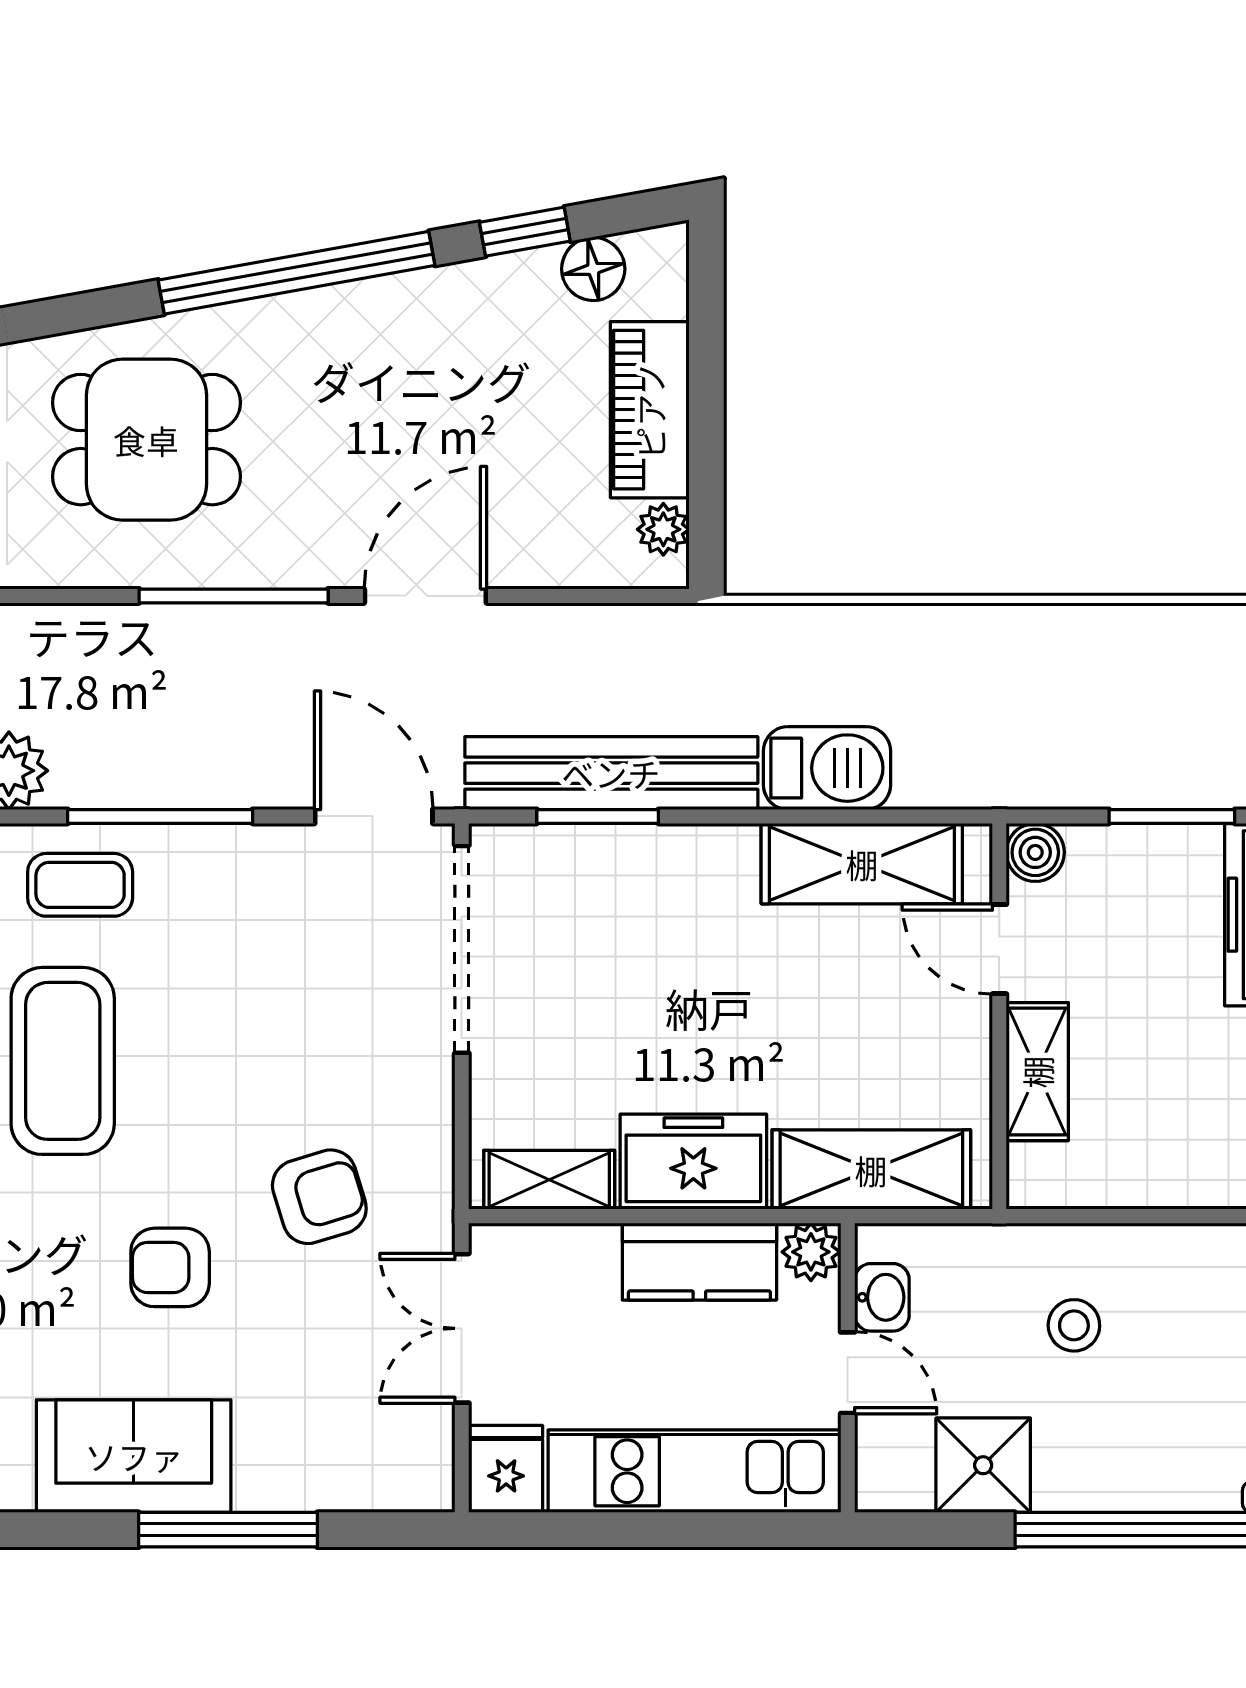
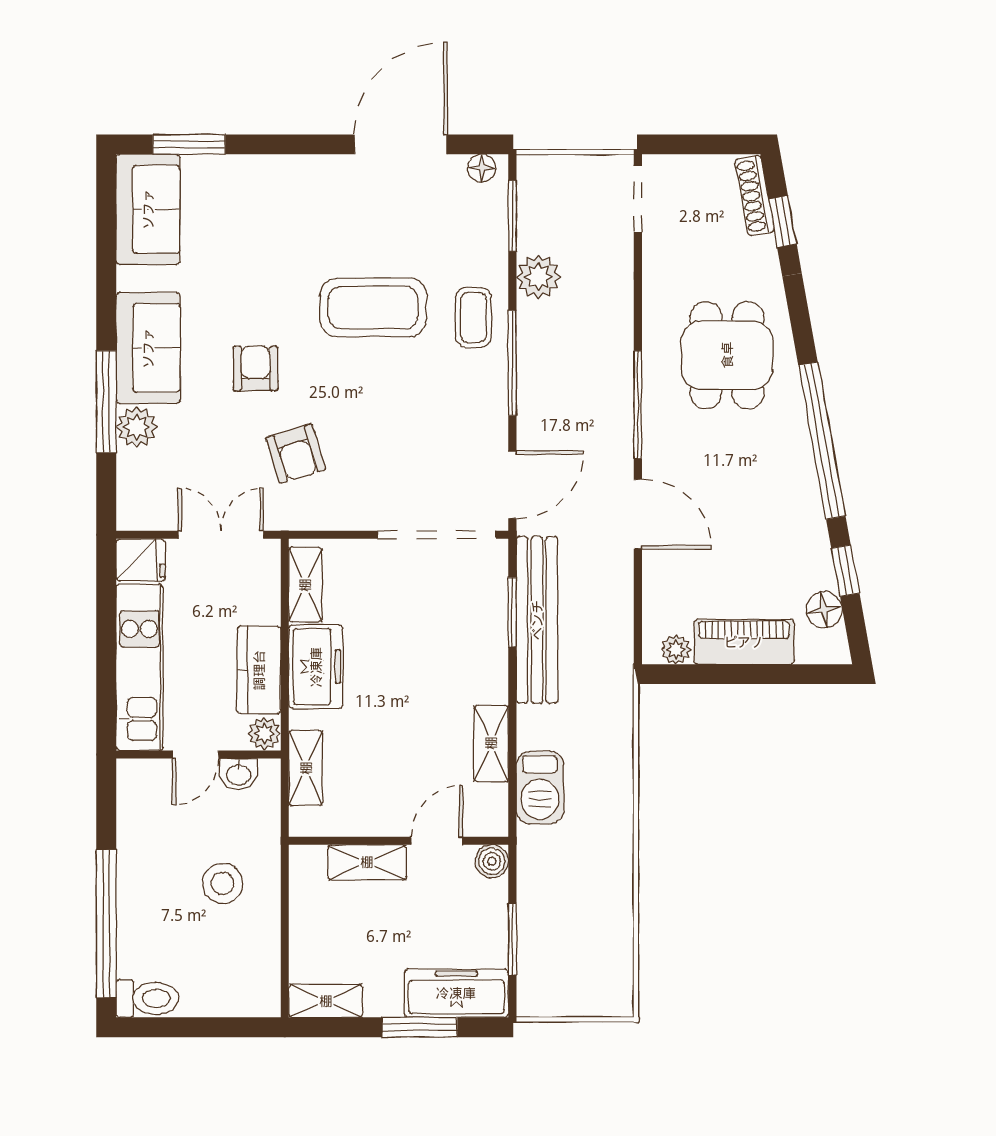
barbecue: (827, 768) -> (540, 788), moved
shelving: (862, 864) -> (491, 743), width x0.67, depth x0.75
shelving: (871, 1170) -> (306, 768), width x0.67, depth x0.75
stool: (1074, 1325) -> (223, 883), width x1.37, depth x1.37
shower: (983, 1465) -> (143, 832), removed
plant: (273, 1476) -> (137, 427), added

